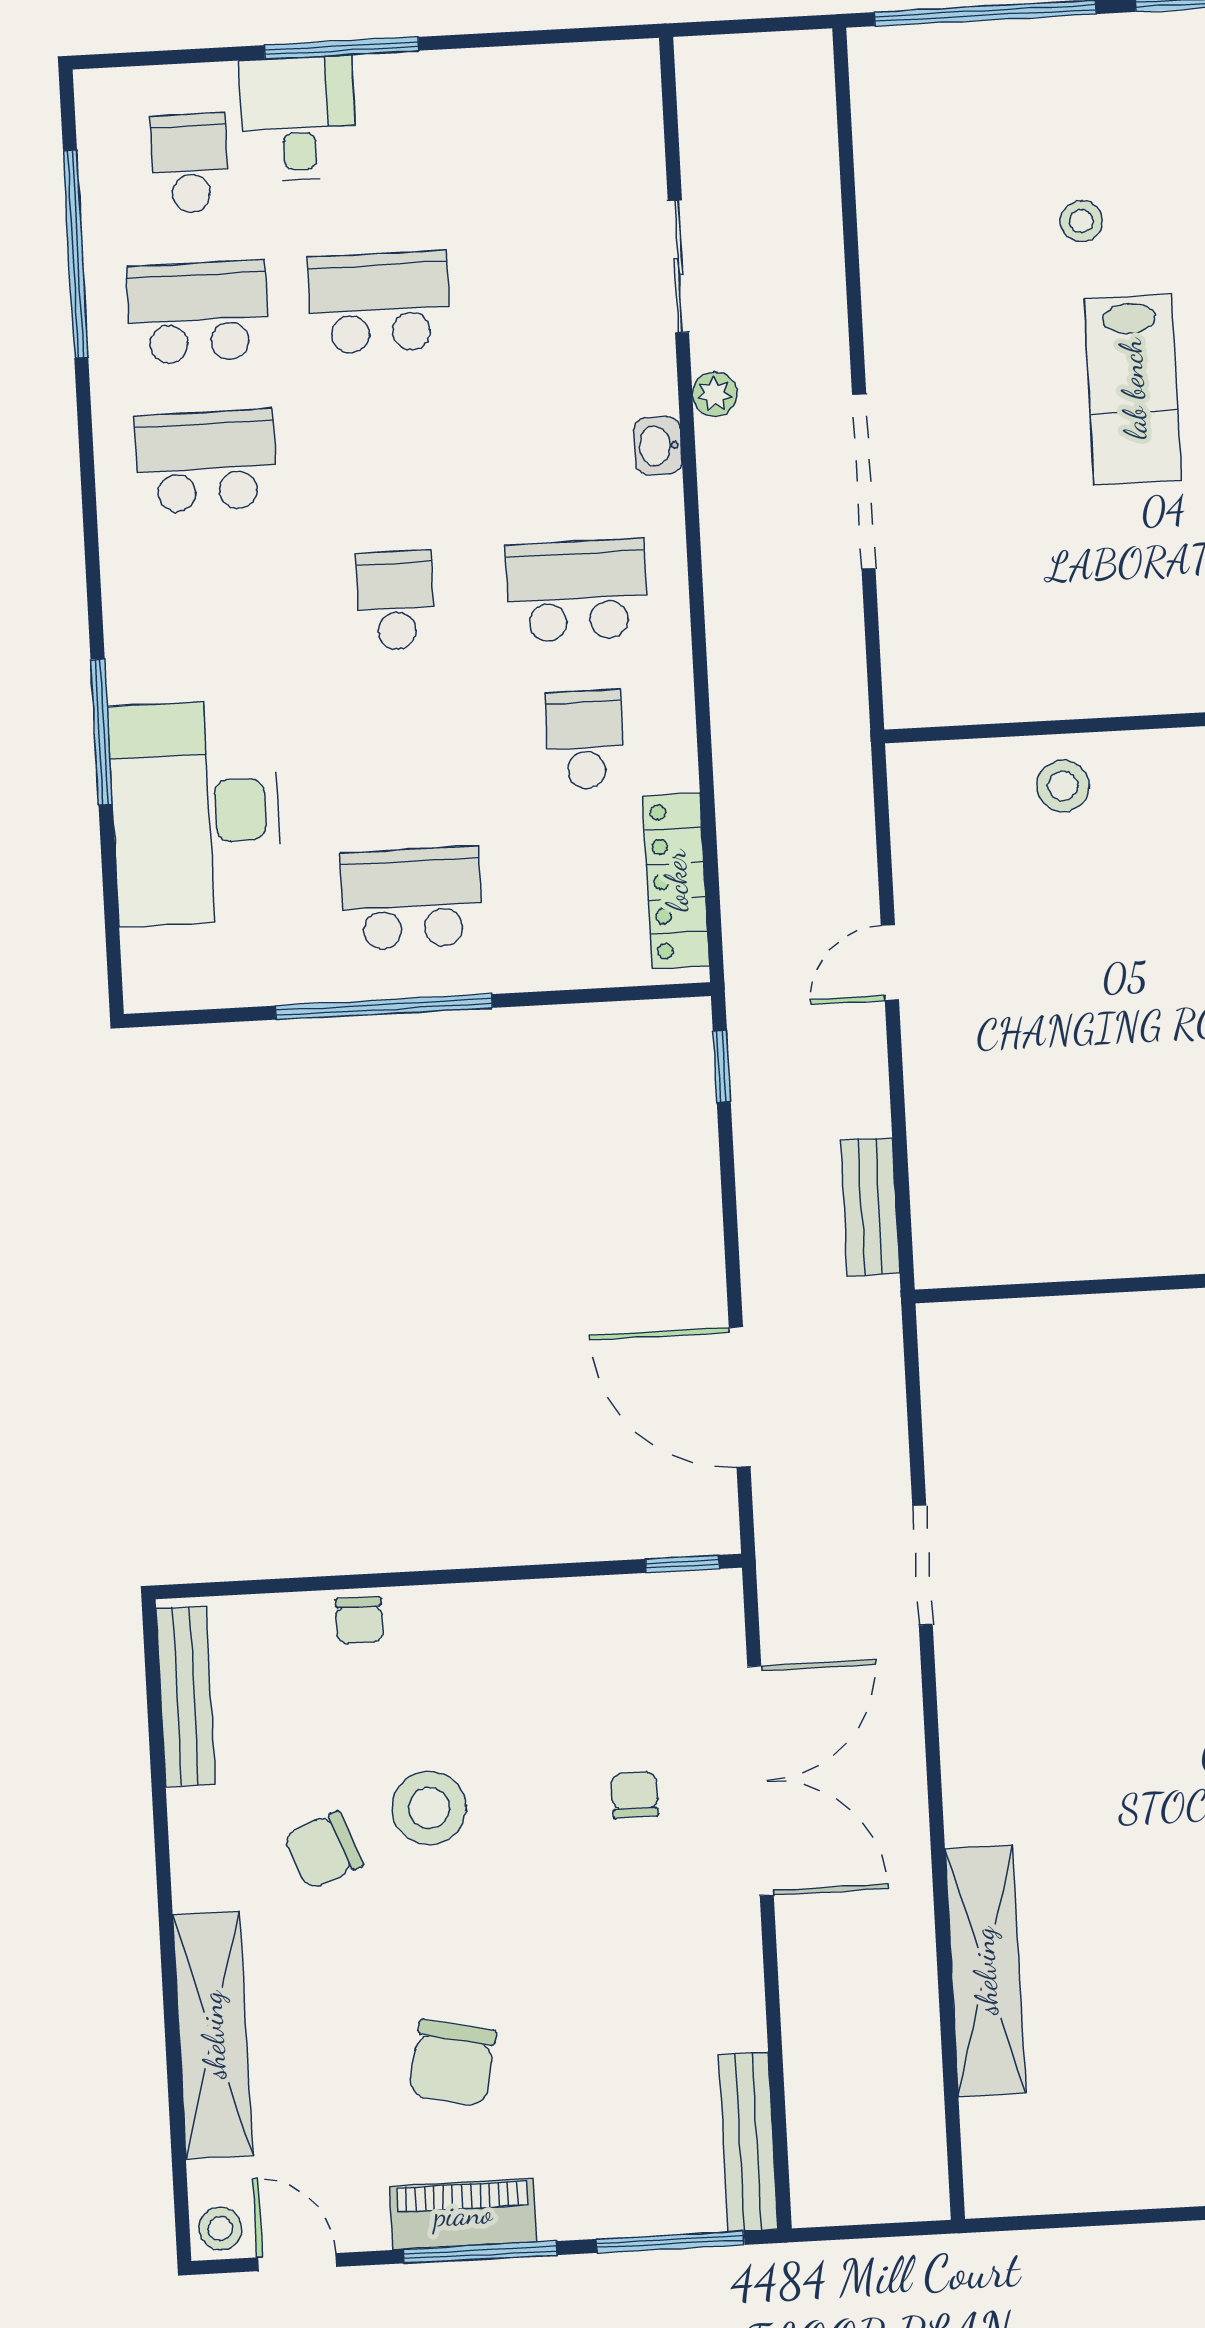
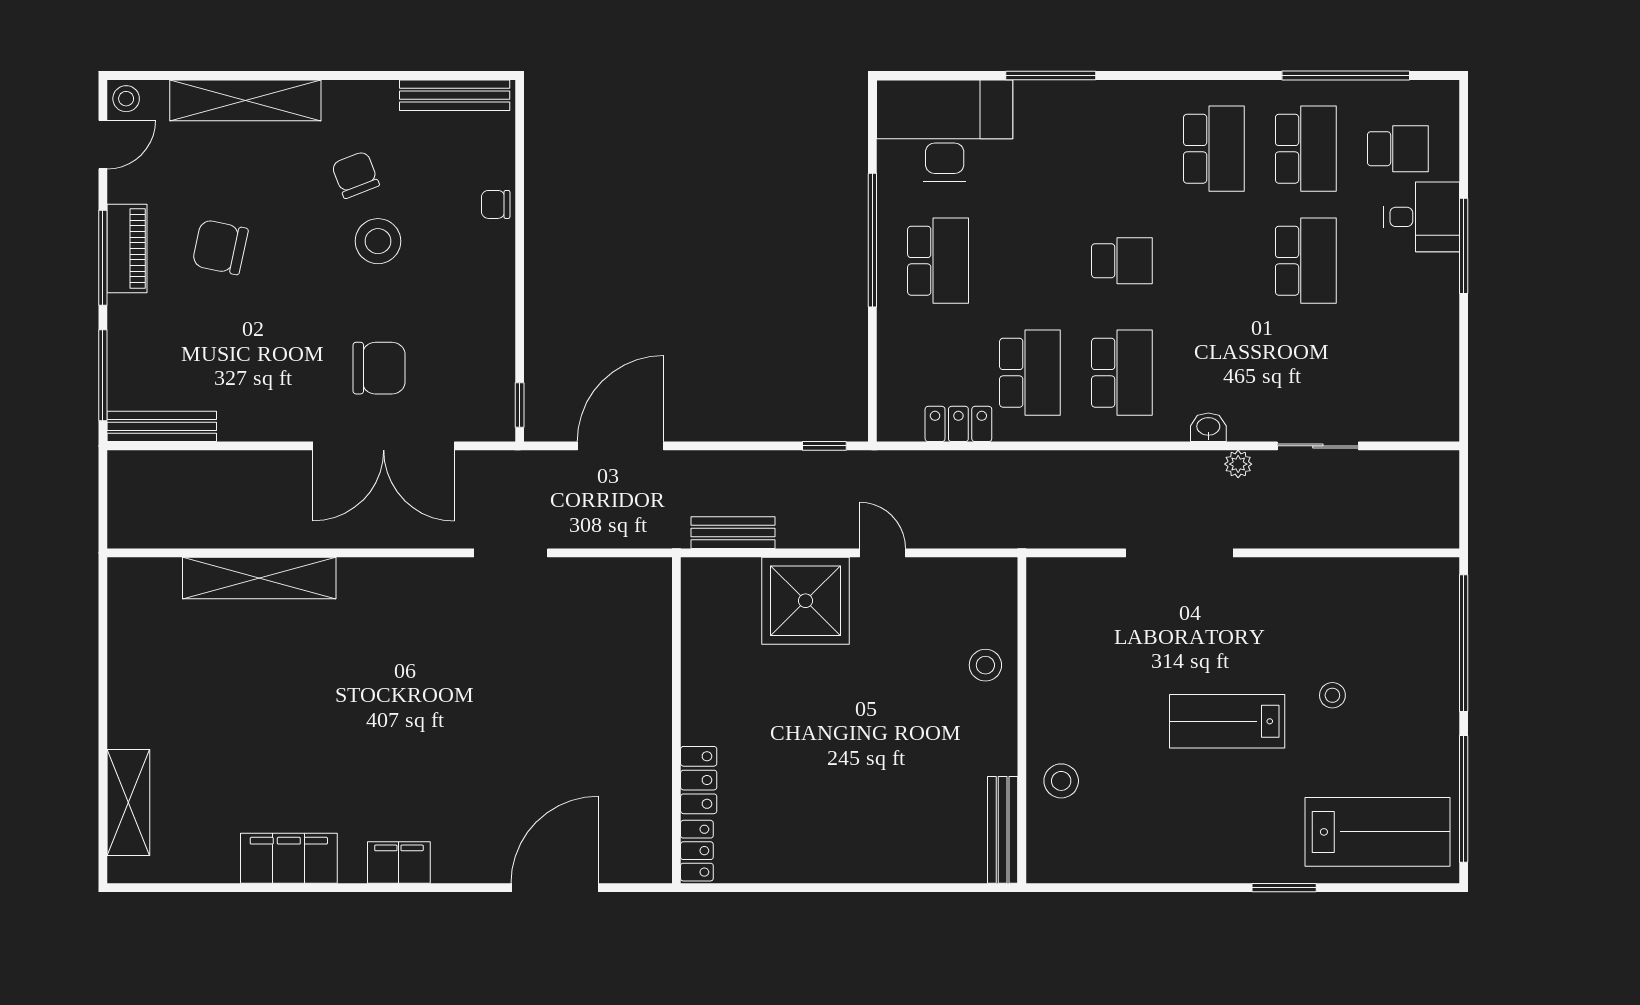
school desk: (585, 740) -> (1030, 373), width x1.85
desk: (196, 812) -> (945, 131), moved
locker: (676, 881) -> (958, 424), width x0.66
shower: (974, 1083) -> (806, 601), added
chair: (635, 1795) -> (379, 368), width x1.87, depth x1.87

